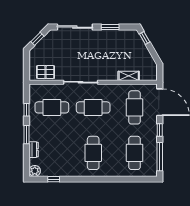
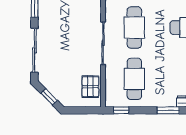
window: (26, 110) -> (121, 110), moved

